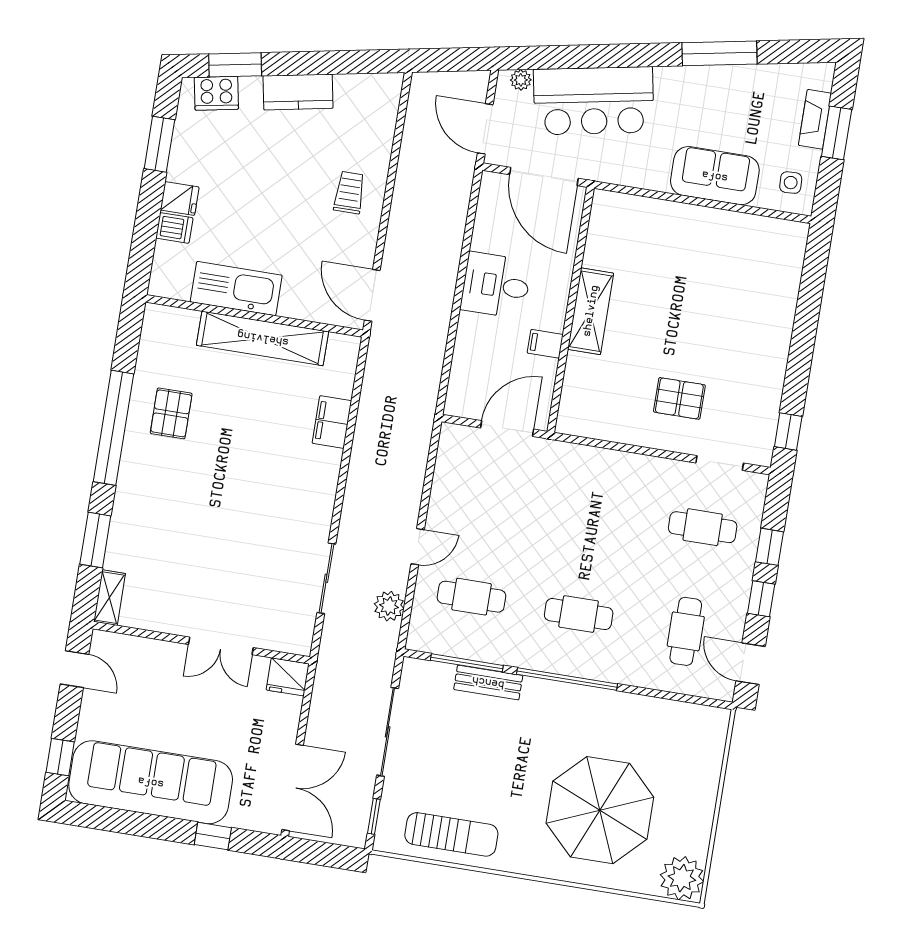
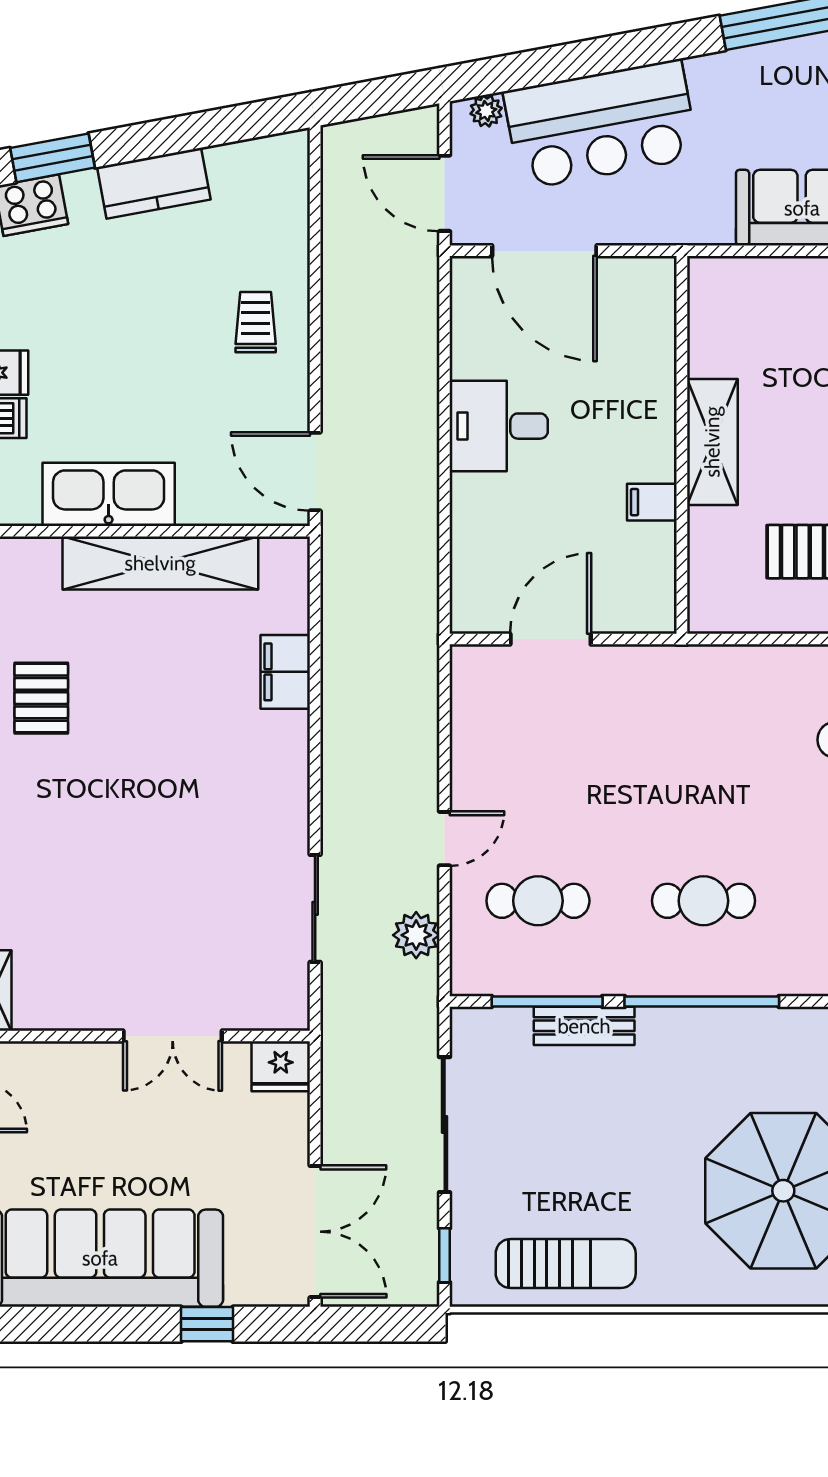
wall: (571, 310) -> (682, 445), moved
shelving: (591, 311) -> (712, 442), moved
filing cabinet: (545, 344) -> (652, 502), moved

